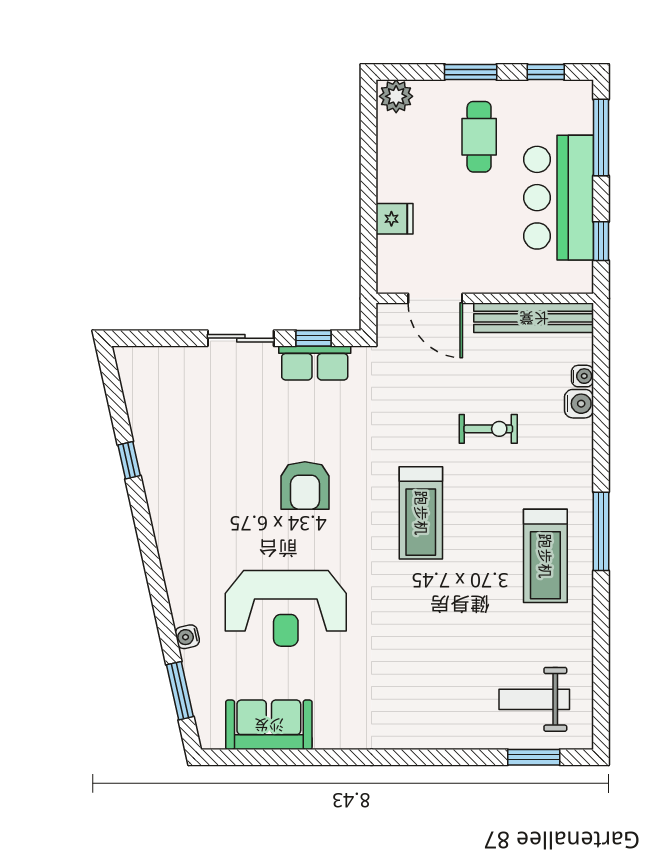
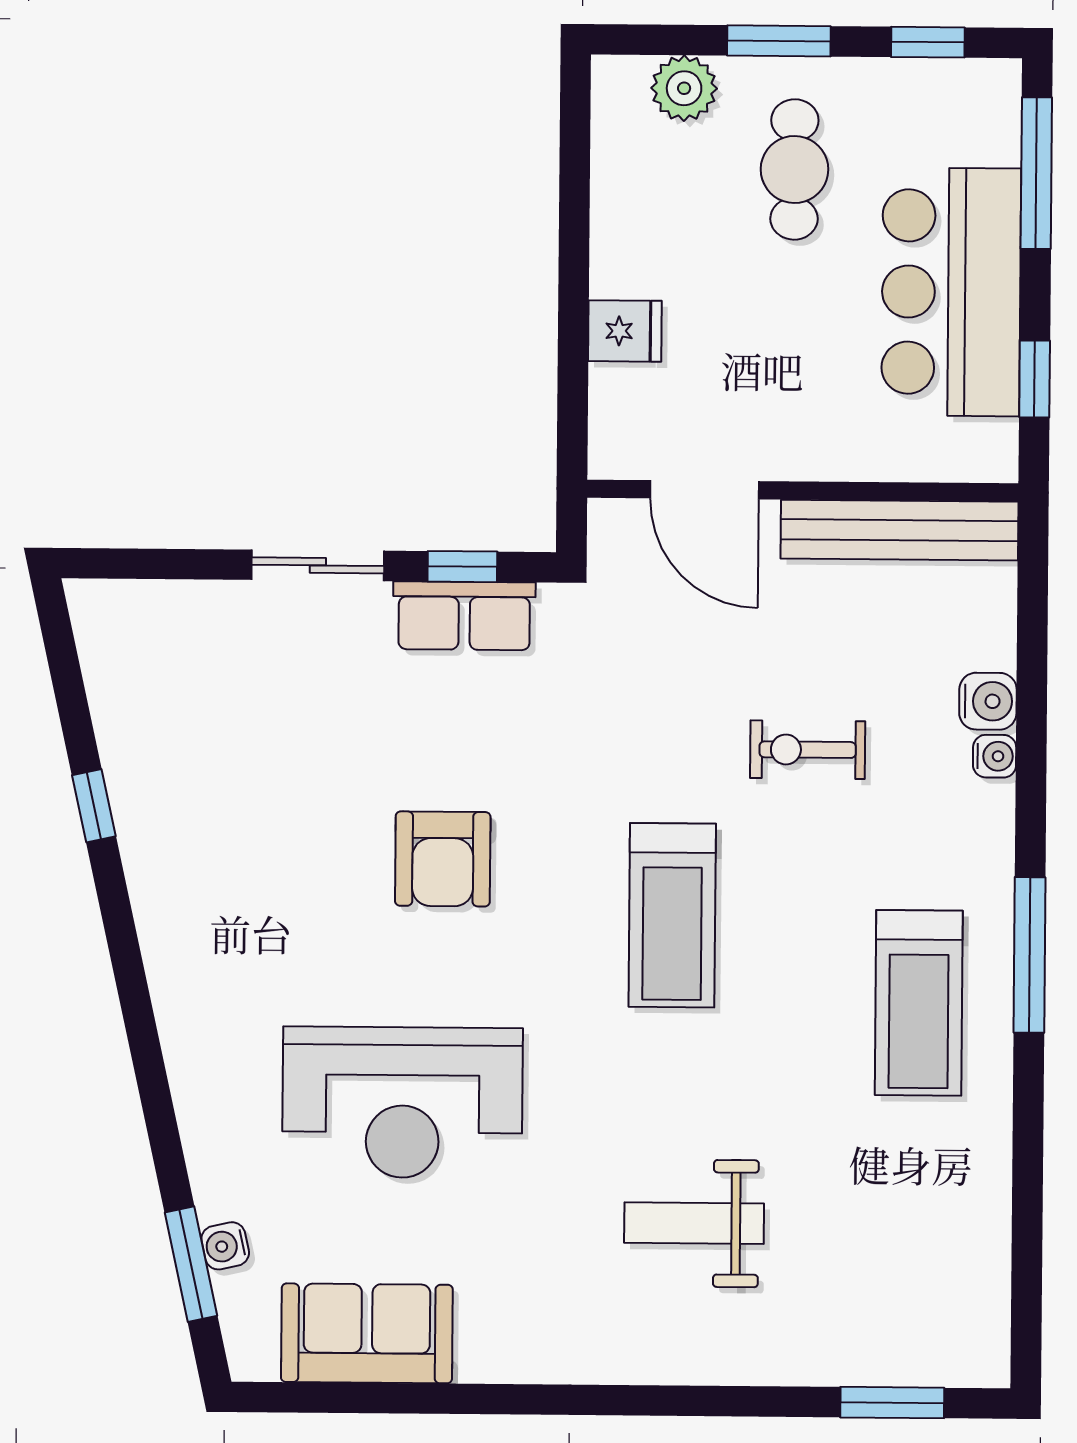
plant: (396, 96) -> (684, 88), moved
water cooler: (582, 376) -> (995, 756), moved
exercise bike: (488, 429) -> (808, 750), turned 180
water cooler: (187, 637) -> (225, 1246), moved
weight bench: (534, 699) -> (694, 1223), moved

